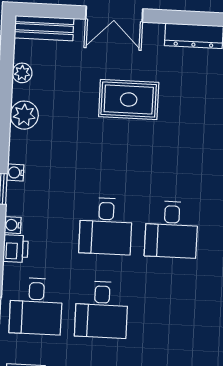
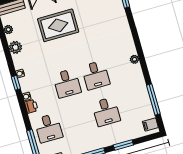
rug: (129, 100) -> (58, 25), width x1.36, depth x1.43
desk: (102, 309) -> (106, 112), moved

